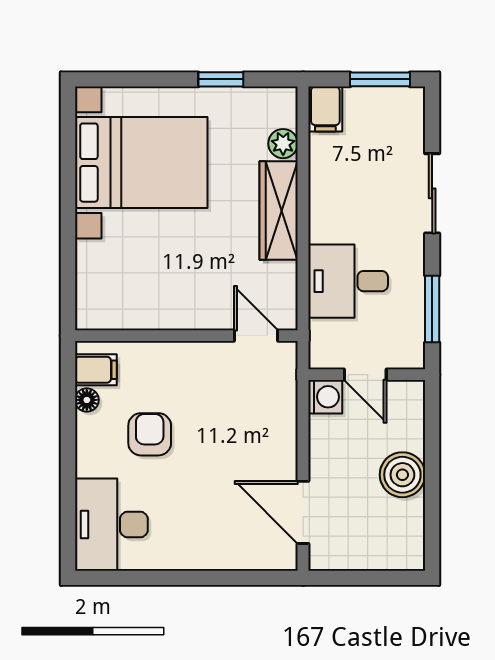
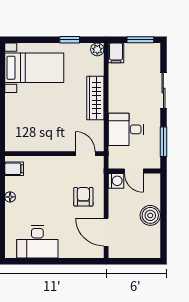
plant: (283, 144) -> (97, 49), moved
bed with nightstands: (141, 163) -> (34, 68), width x0.73
floor lamp: (87, 400) -> (10, 197), moved
armchair: (150, 434) -> (83, 197), moved
desk: (111, 525) -> (37, 242), moved, turned -90

